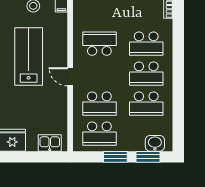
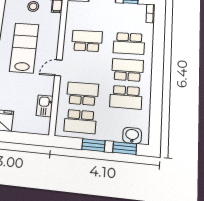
school desk: (146, 74) -> (127, 70), turned 180
door: (70, 77) -> (58, 68), hinge flipped
school desk: (99, 104) -> (82, 94), turned 180
kitchen sink: (50, 143) -> (45, 106), moved, turned -90

